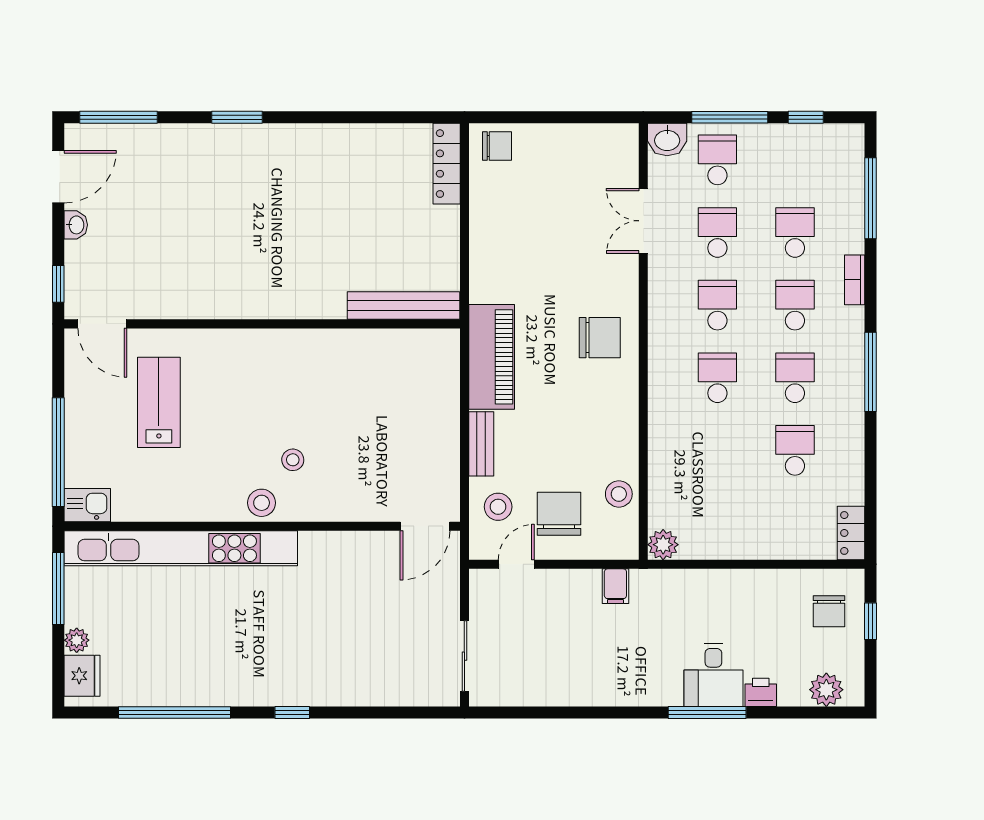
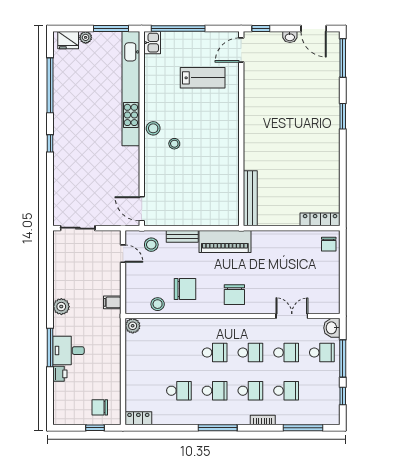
chair: (559, 514) -> (185, 289), moved
plant: (826, 690) -> (61, 307), moved

